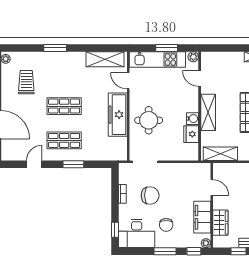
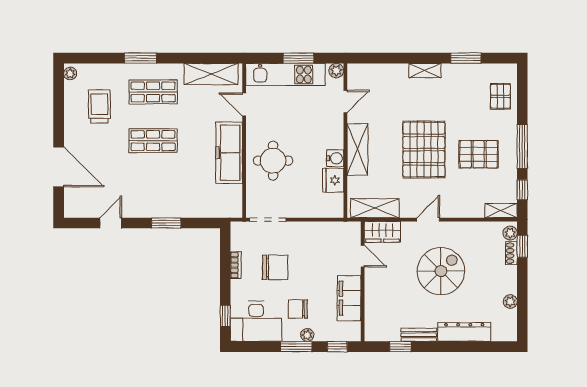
door: (200, 78) -> (345, 101), swing flipped
shop shelf: (64, 140) -> (153, 92), moved
wardrobe: (220, 223) -> (382, 232), moved, turned 90
chair: (166, 225) -> (298, 309), turned 90
plant: (206, 243) -> (307, 335), moved

